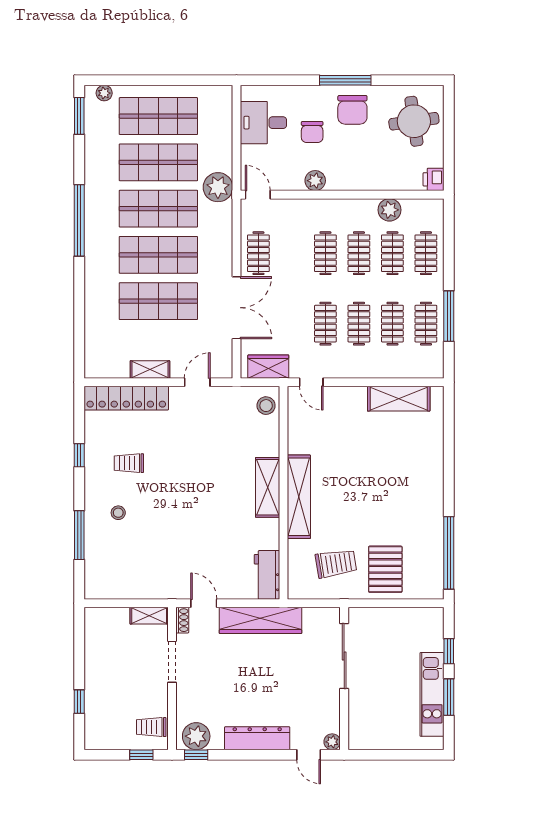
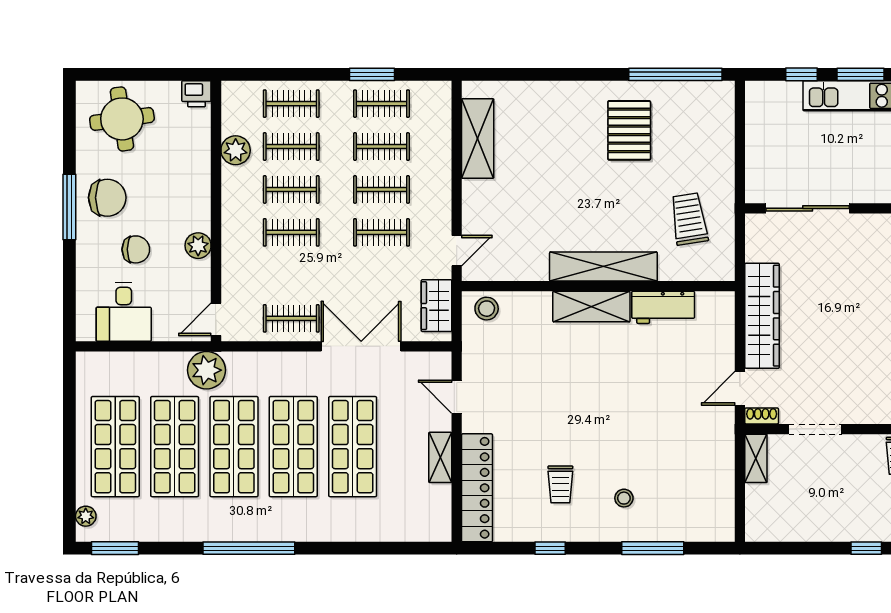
window: (449, 316) -> (372, 74), width x0.69
pallet: (385, 569) -> (629, 130), moved, turned 90
workbench: (267, 575) -> (663, 307), moved

